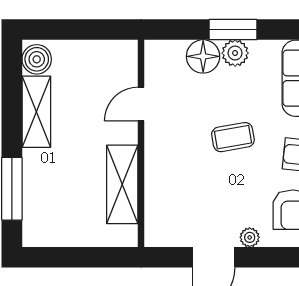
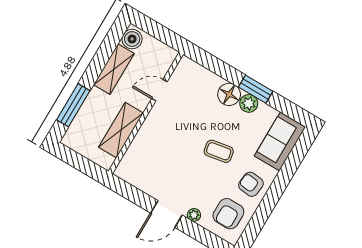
door: (141, 104) -> (159, 90), moved
wall: (141, 143) -> (146, 113), moved
shelving: (122, 184) -> (121, 130), moved

